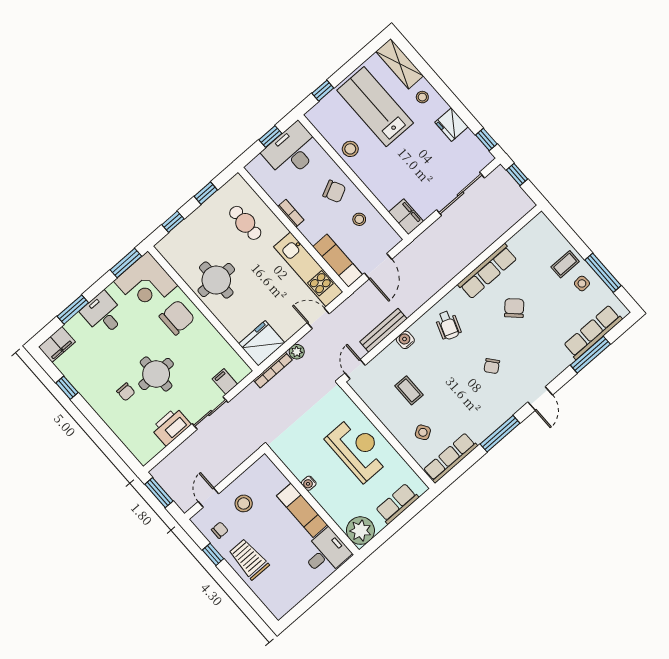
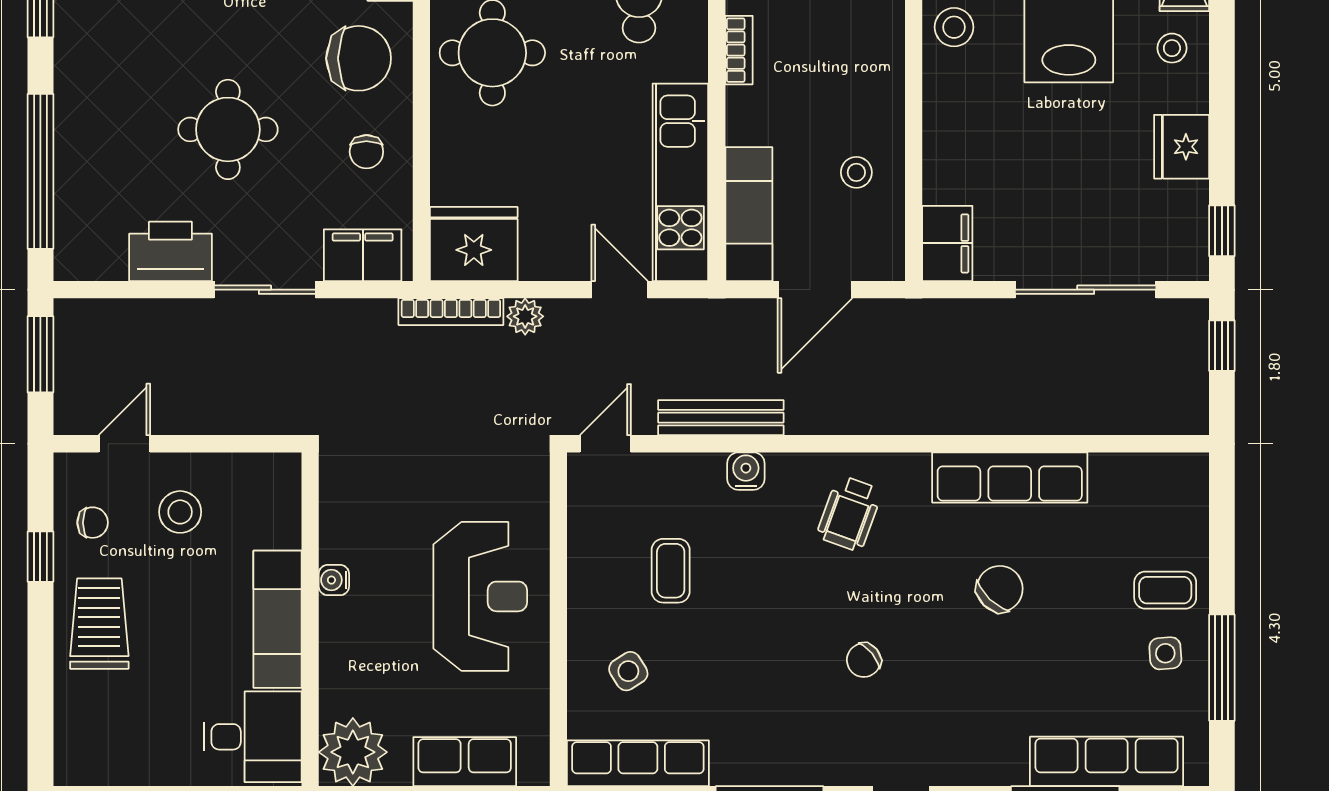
chair: (334, 191) -> (855, 80), removed
filing cabinet: (225, 382) -> (363, 255), width x2.00
chair: (126, 392) -> (366, 152), moved
window: (110, 437) -> (40, 171), added

